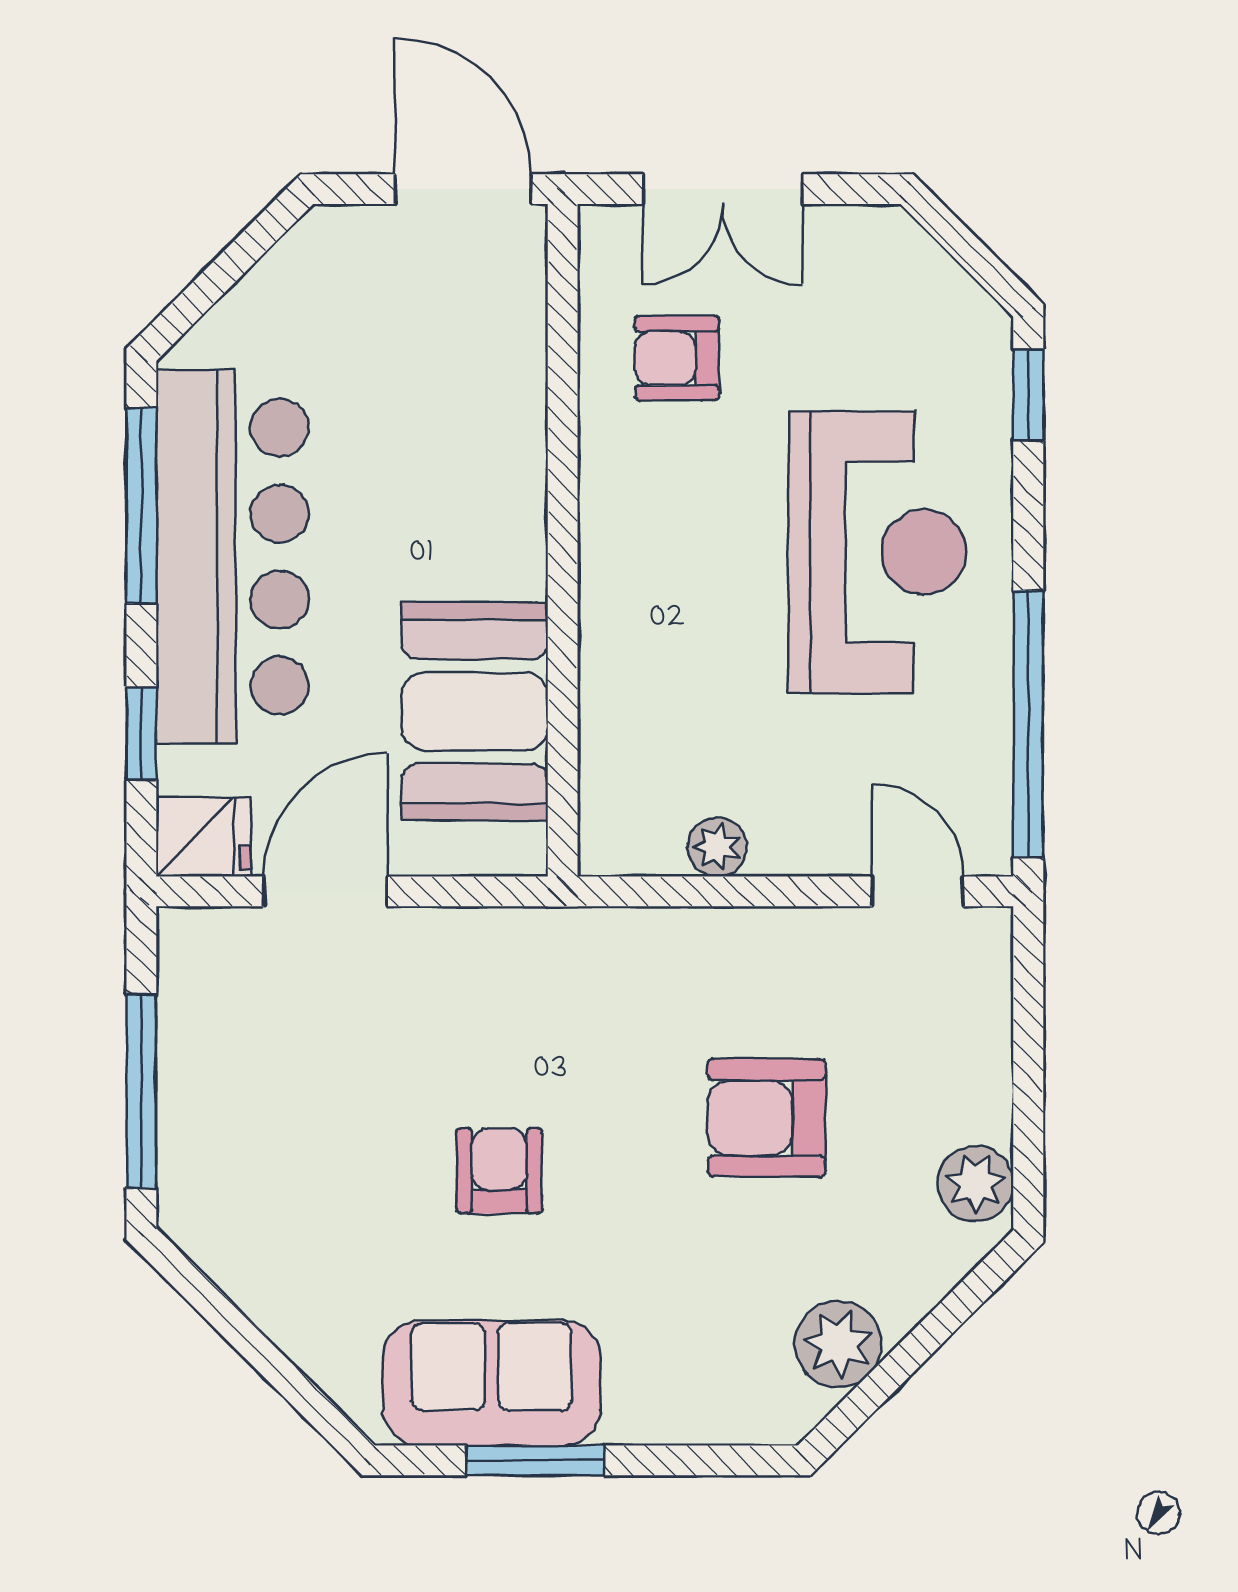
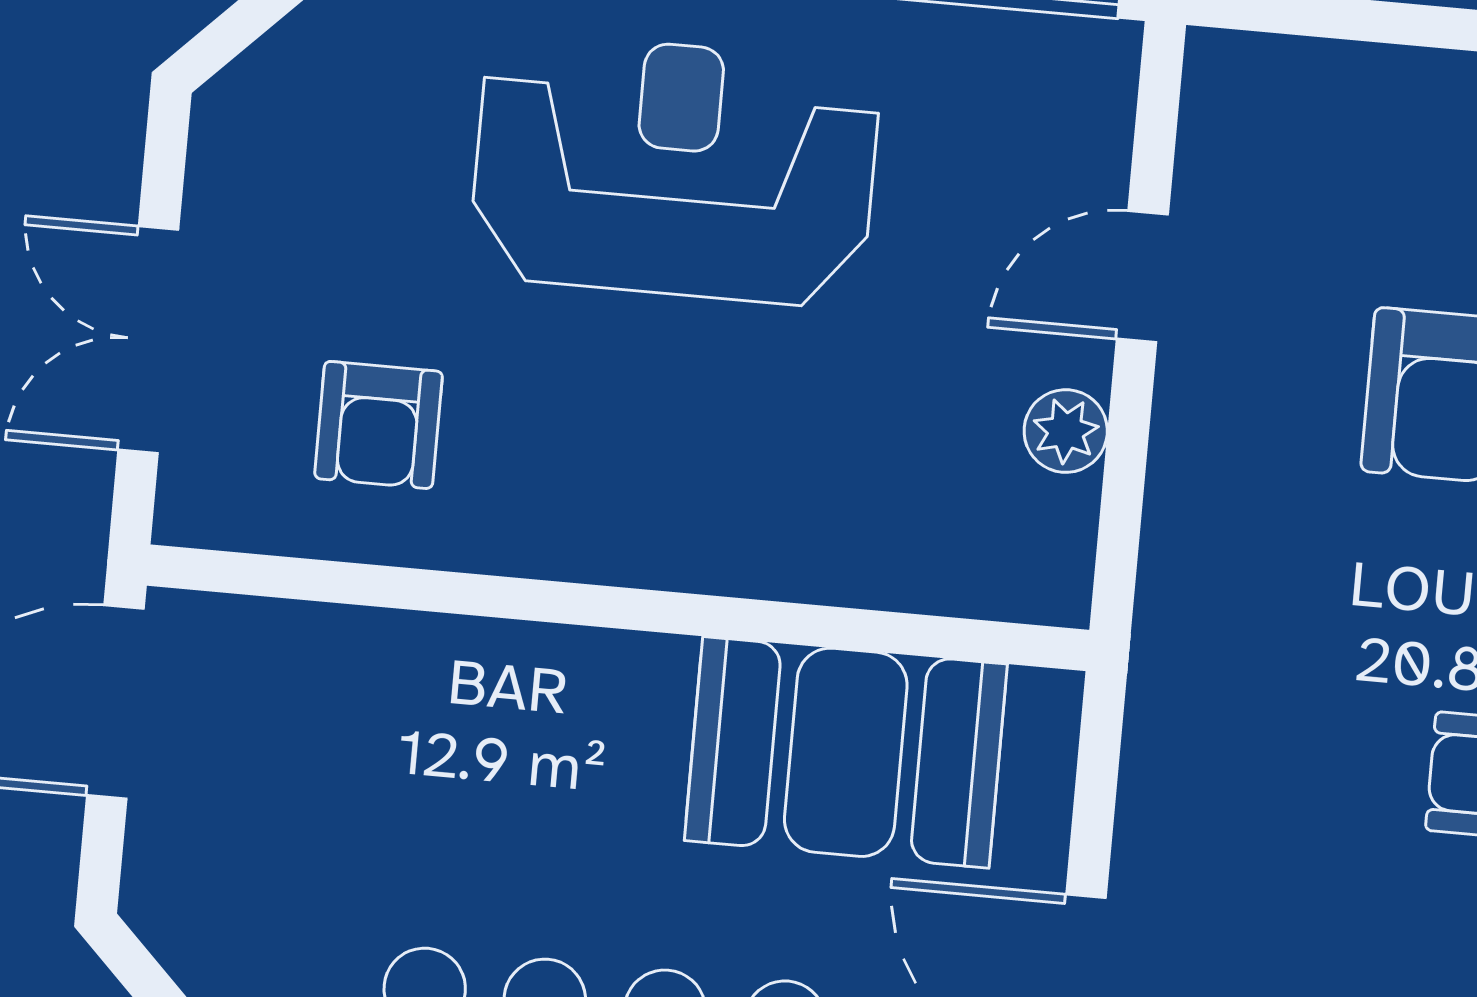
double door: (723, 189) -> (148, 340), swing flipped
door: (918, 891) -> (1142, 277), moved

